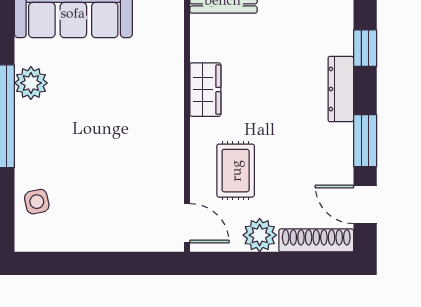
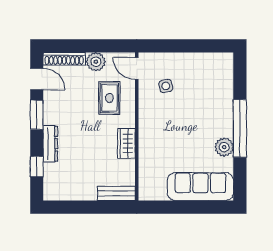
side table: (37, 202) -> (166, 86), moved

